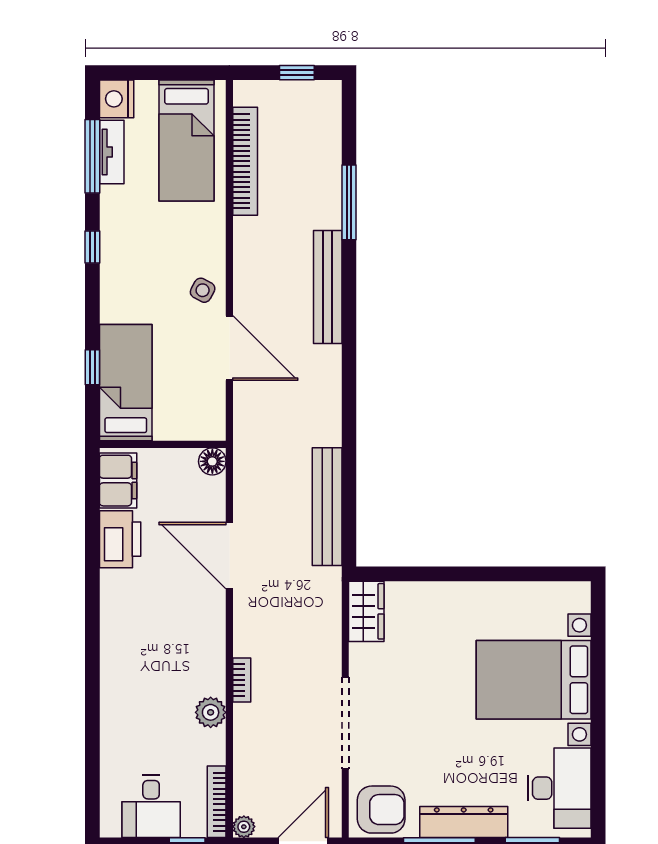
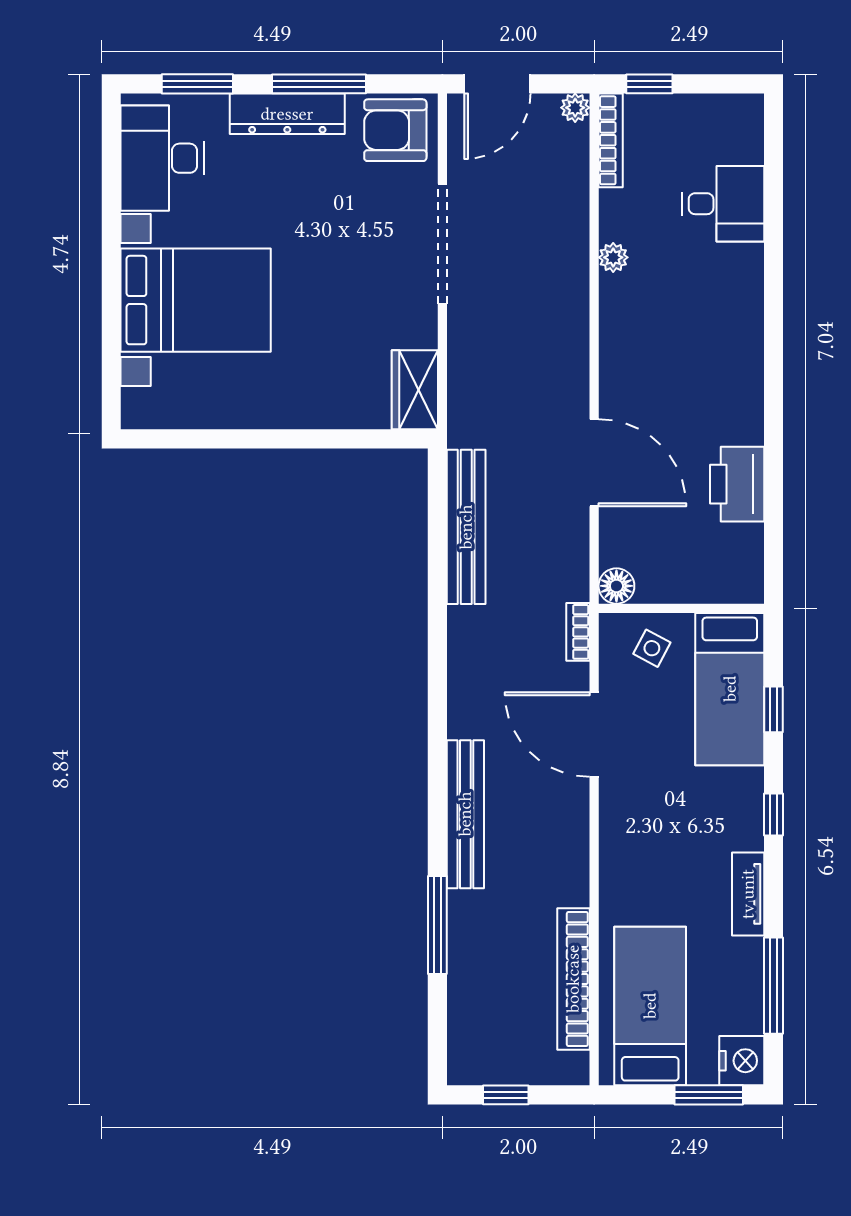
window: (142, 73) -> (709, 1095), added
tv unit: (112, 152) -> (748, 894), moved
window: (92, 247) -> (773, 815), moved
side table: (203, 290) -> (652, 648), moved
filing cabinet: (118, 481) -> (740, 561), removed
bookcase: (242, 680) -> (578, 632), moved
plant: (211, 712) -> (613, 257), width x0.73, depth x0.73
desk: (151, 807) -> (723, 204), moved, turned 90

